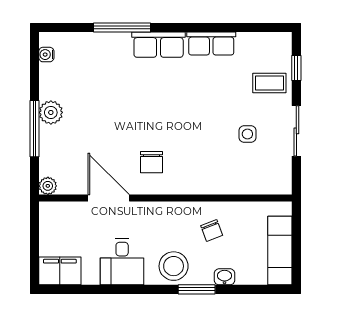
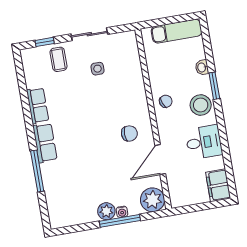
water cooler: (46, 55) -> (122, 212), moved
plant: (48, 186) -> (153, 200), width x1.88, depth x1.88
chair: (212, 230) -> (166, 101), moved

